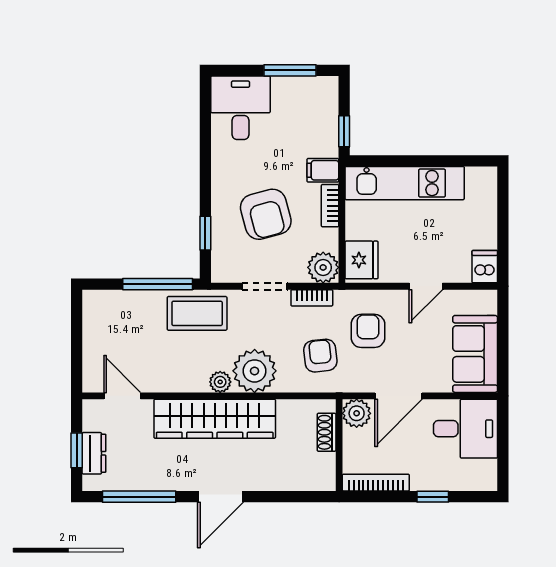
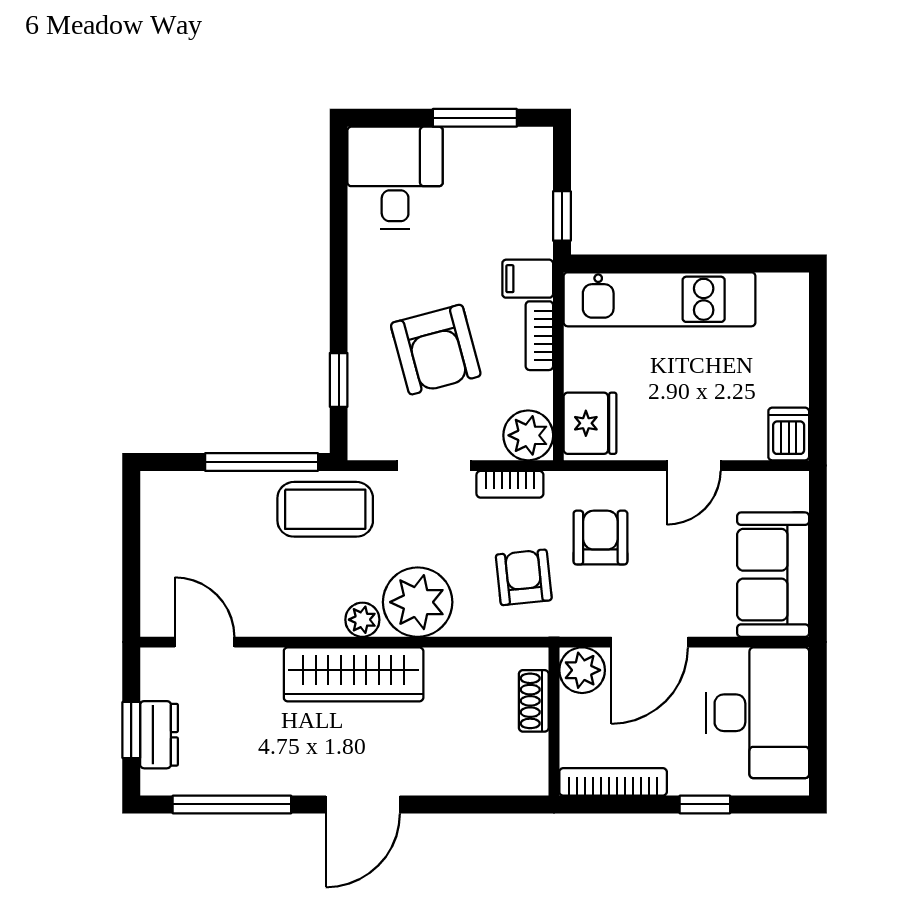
wardrobe: (215, 419) -> (354, 674), width x0.71, depth x0.85
desk: (466, 429) -> (758, 713), width x1.37

